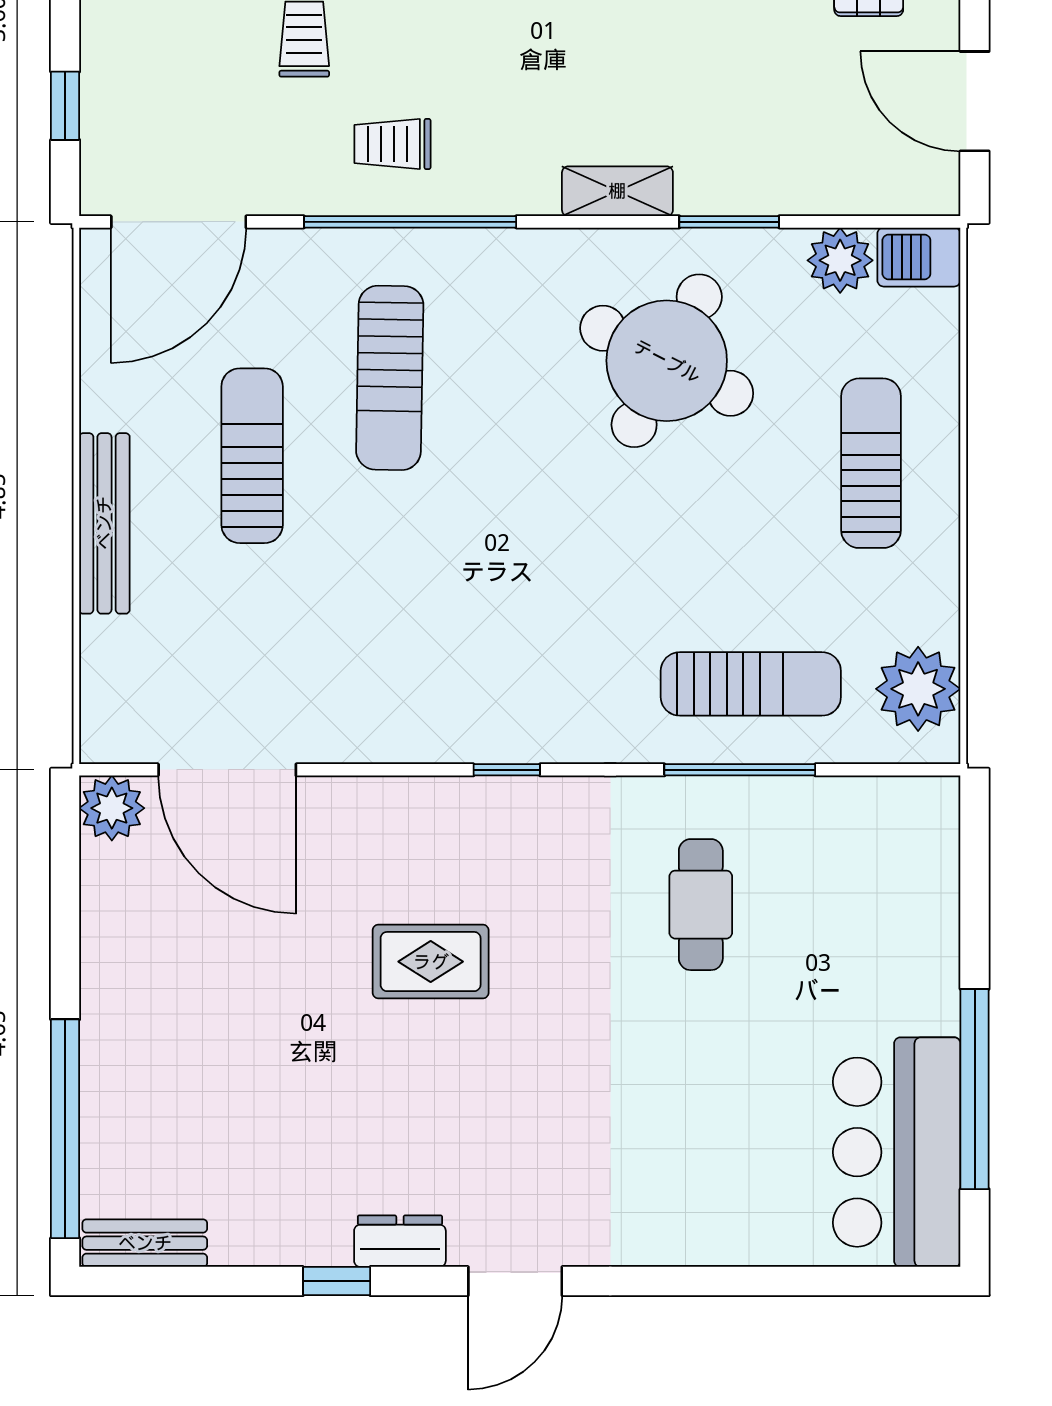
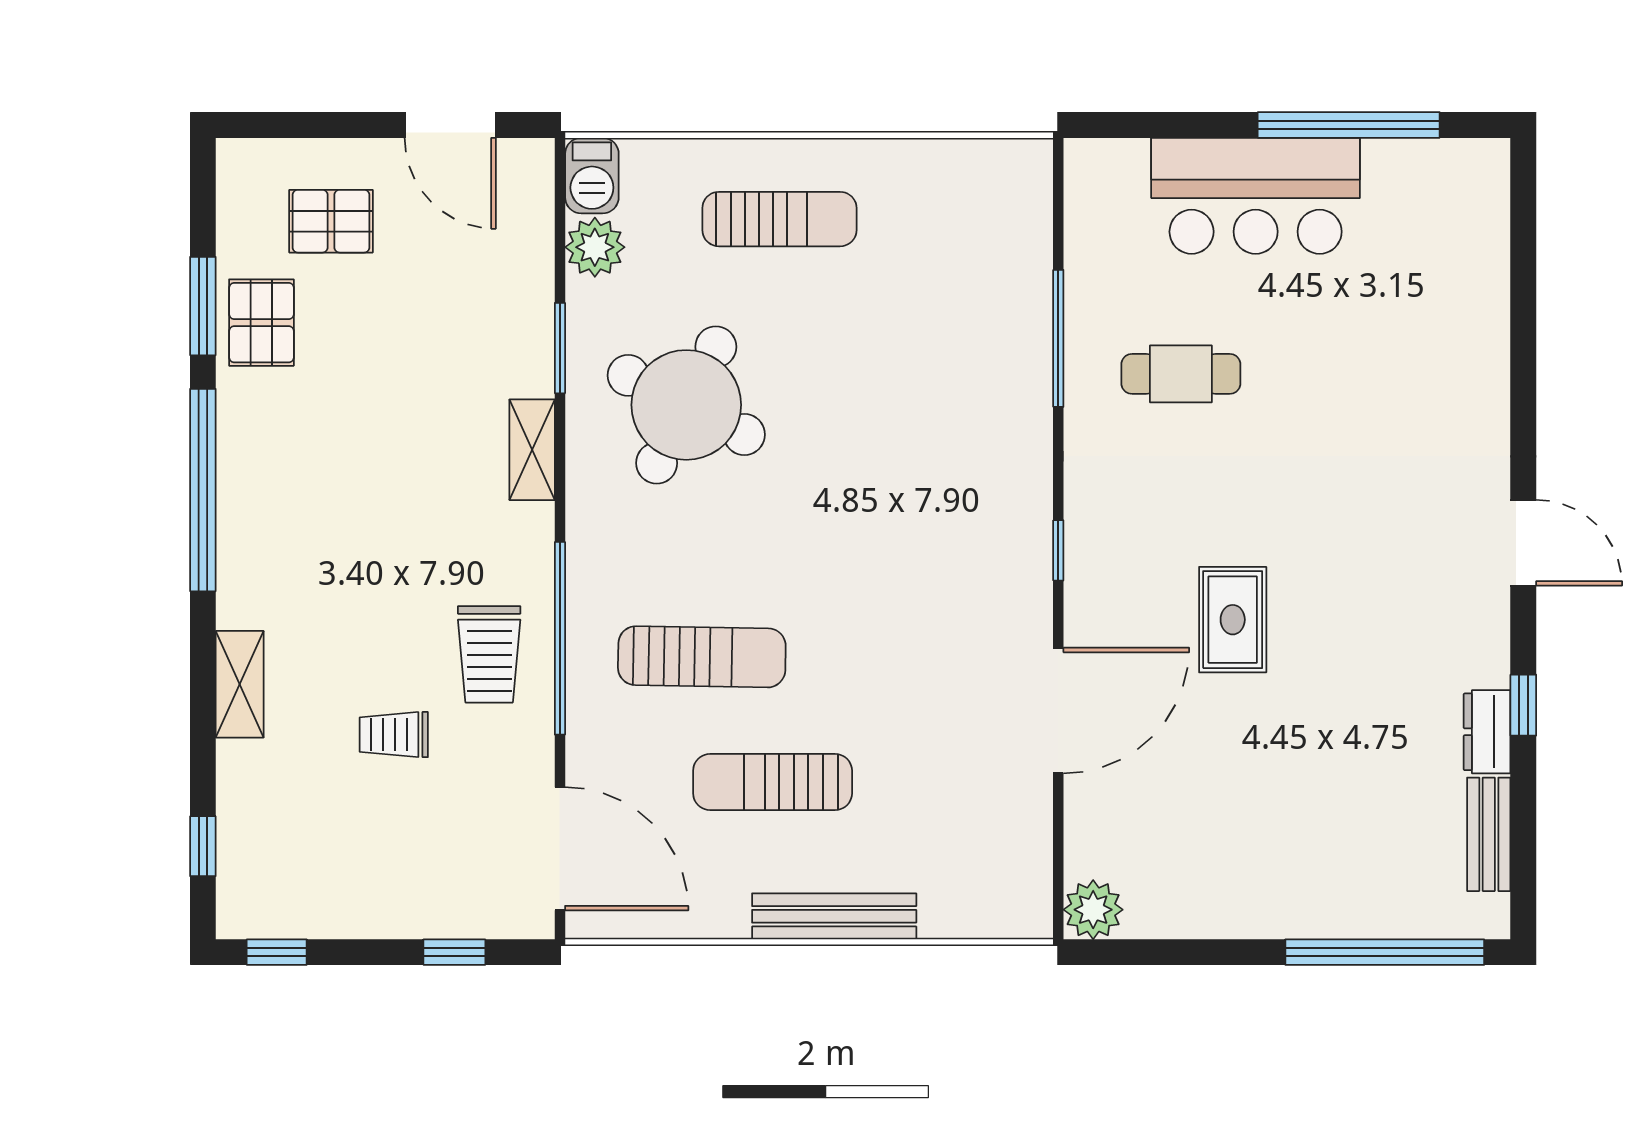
door: (975, 101) -> (450, 125), hinge flipped
trolley: (392, 144) -> (489, 654), width x1.36, depth x1.39
sun lounger: (871, 463) -> (779, 219), turned 180
sun lounger: (751, 684) -> (980, 328), removed
plant: (918, 689) -> (985, 176), removed
door: (227, 770) -> (1058, 710), moved
bar counter: (897, 1152) -> (1256, 196), moved
dresser: (400, 1241) -> (1487, 732), moved
bench: (145, 1243) -> (1489, 834), moved

